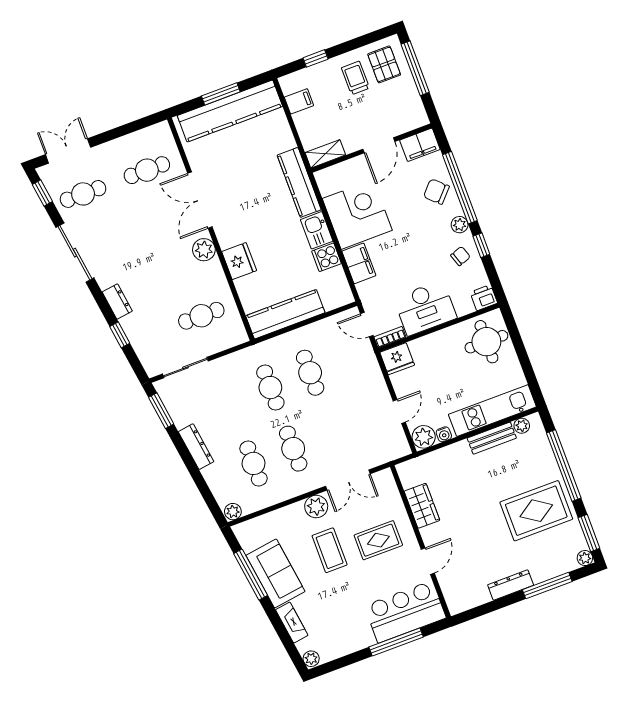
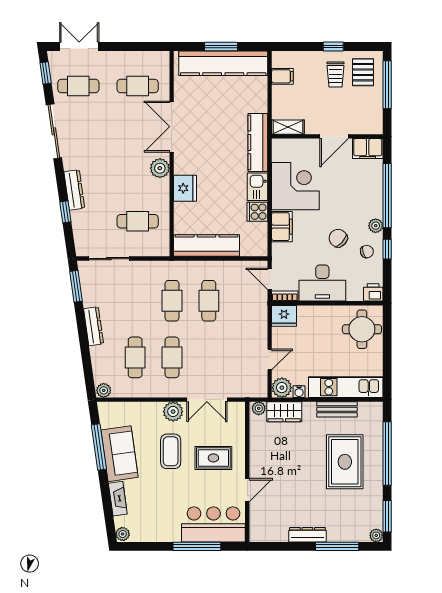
window: (316, 58) -> (333, 46), moved
trolley: (355, 78) -> (336, 74), turned 180
chair: (436, 192) -> (338, 238), moved
dresser: (117, 302) -> (74, 190), width x1.44
plant: (522, 426) -> (259, 408), moved
wardrobe: (422, 506) -> (284, 412), moved, turned 90
rug: (536, 511) -> (345, 462), moved, turned 90

